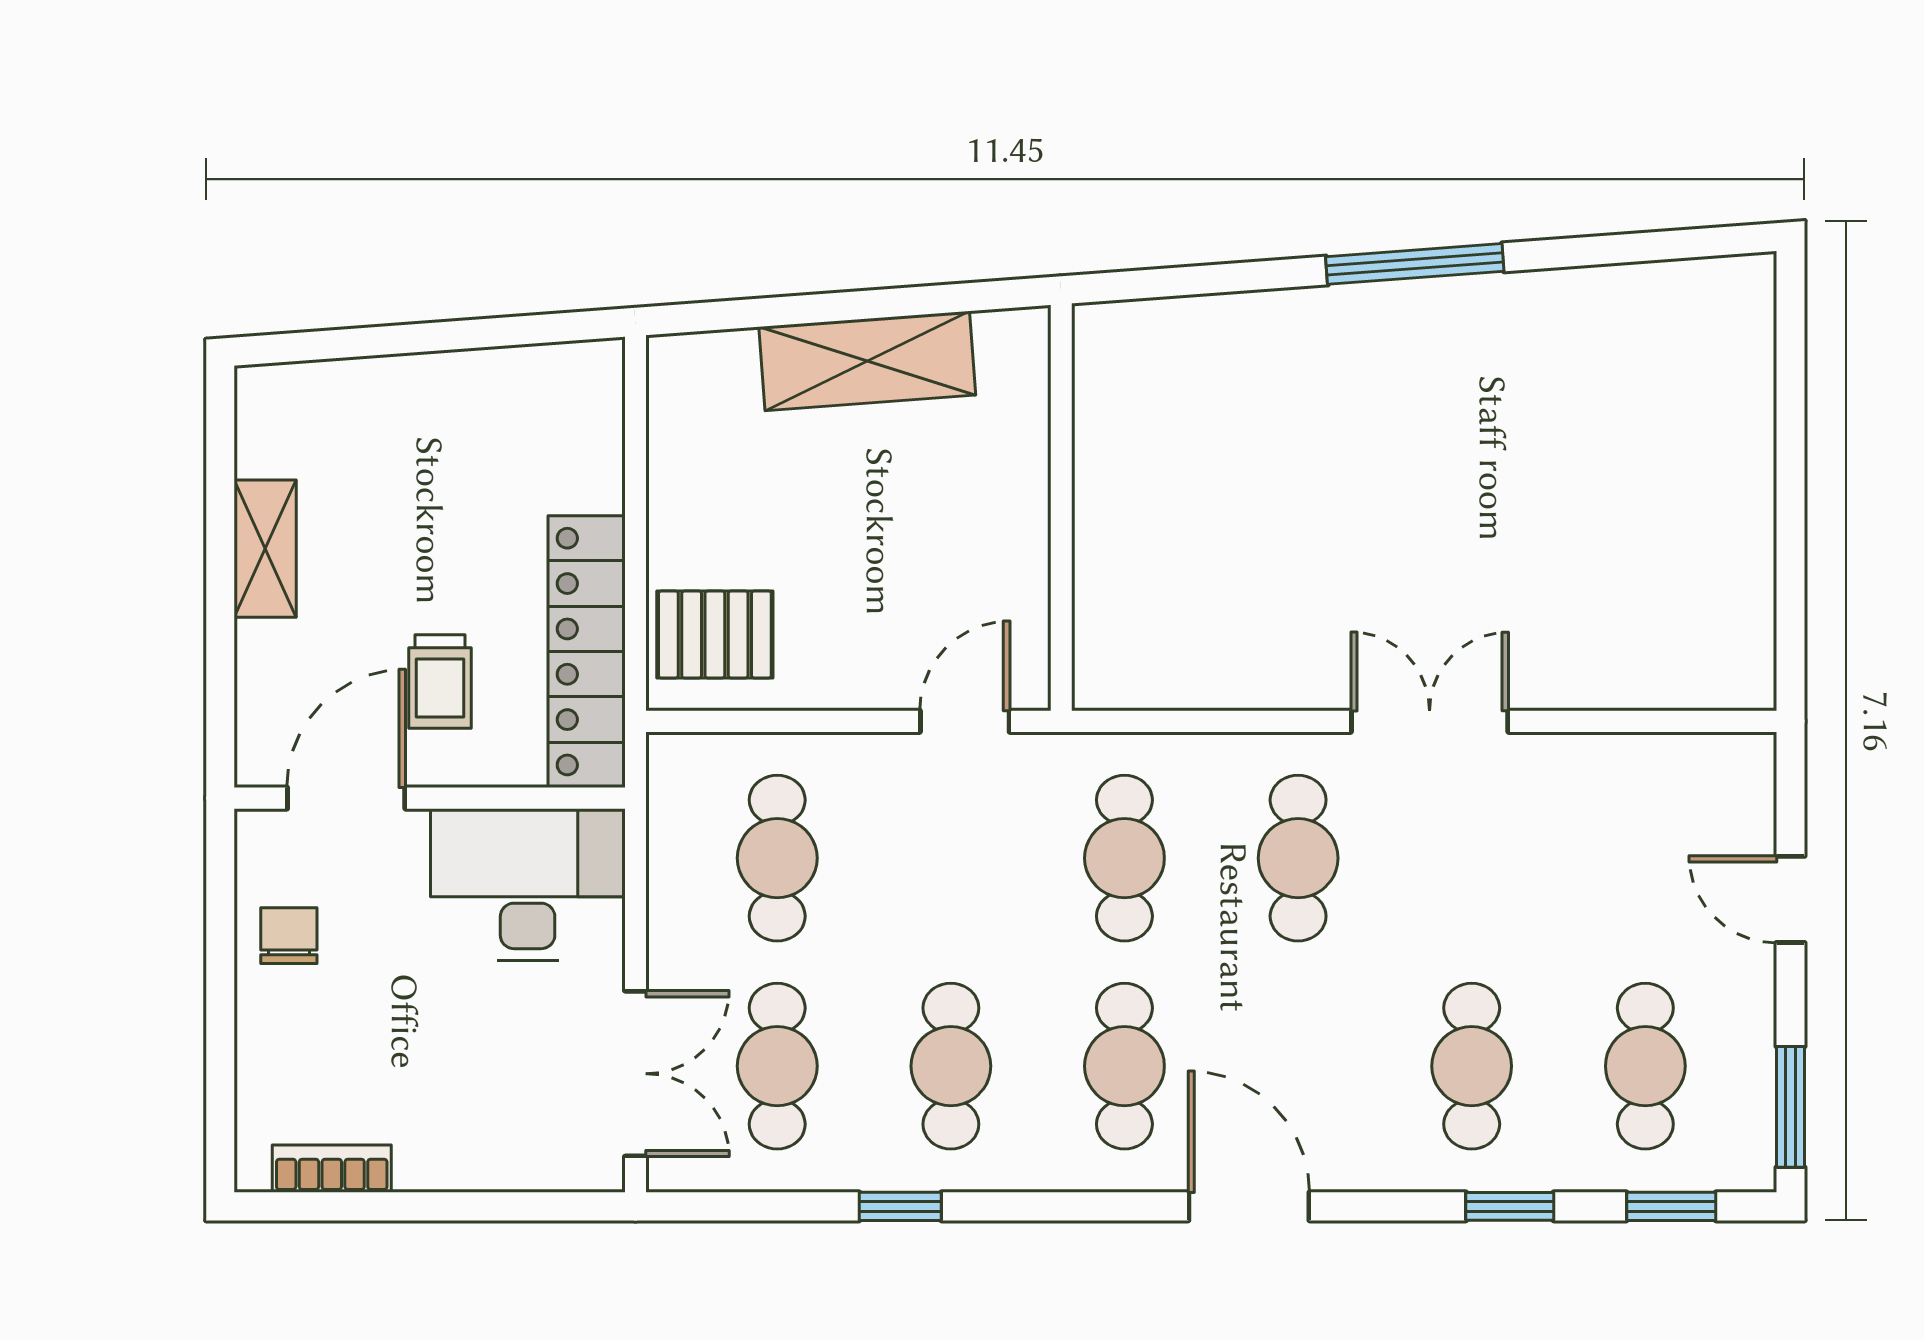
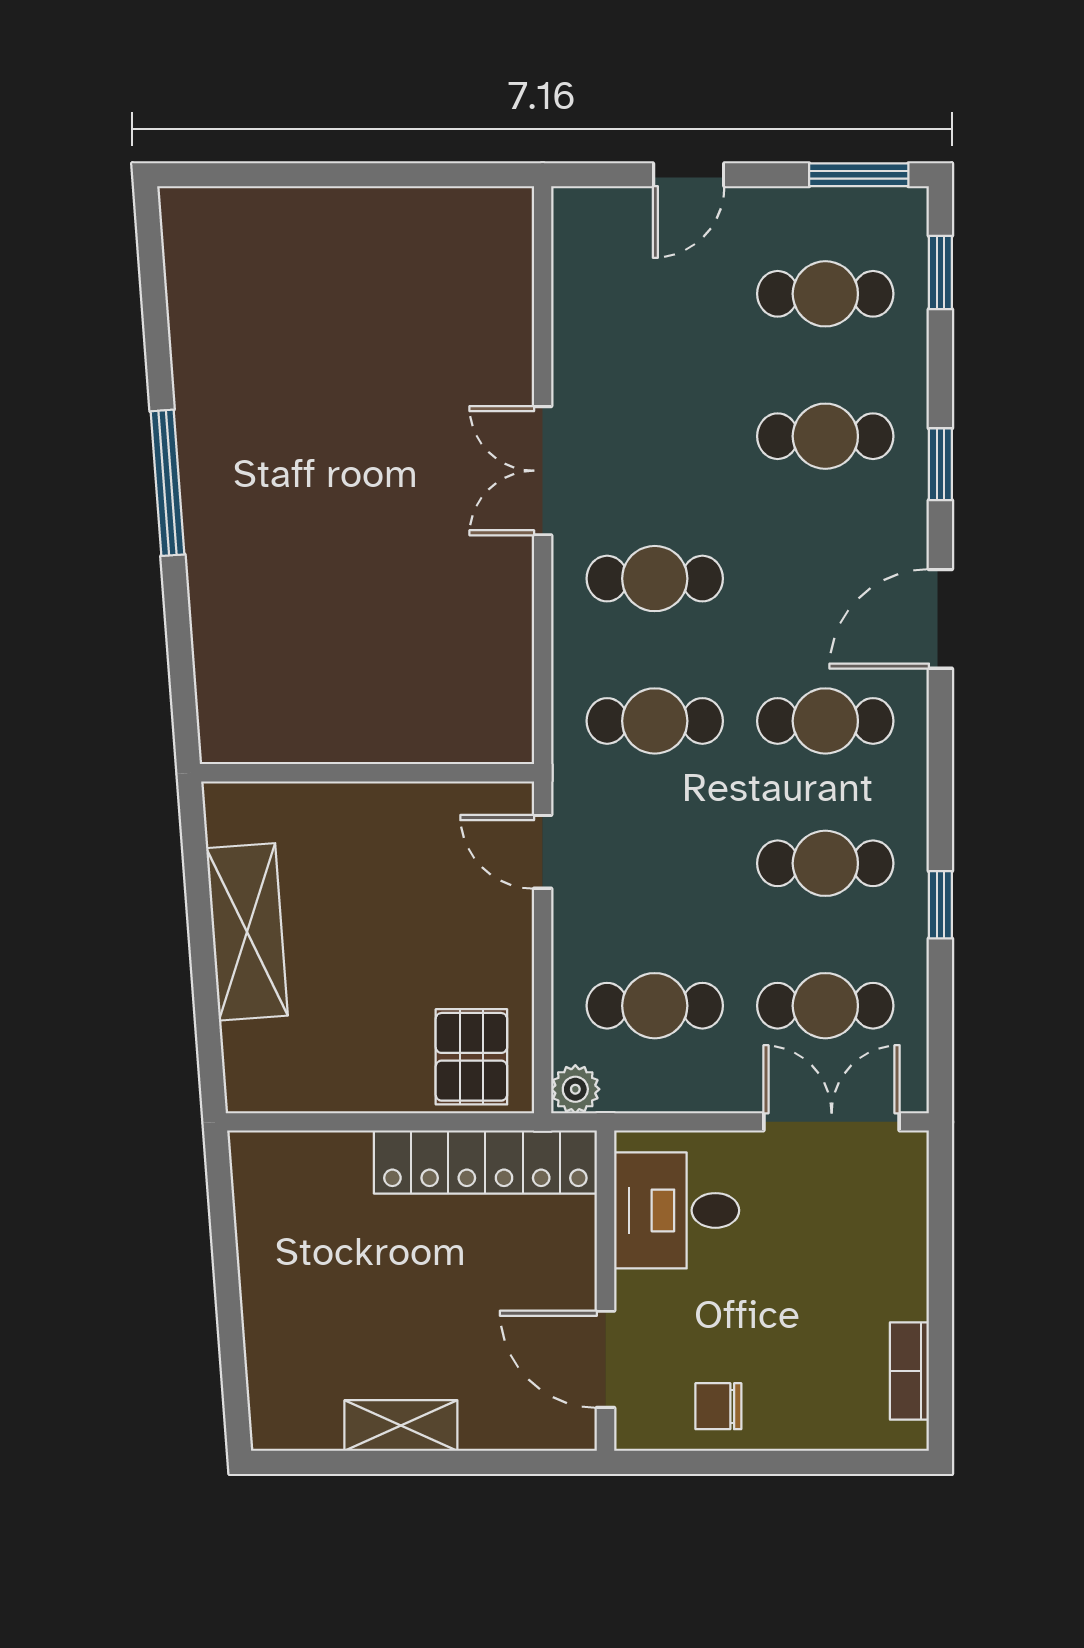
trolley: (440, 681) -> (510, 1282), removed
plant: (675, 761) -> (575, 1089), added
desk: (528, 885) -> (677, 1210), width x0.73
window: (1510, 1206) -> (940, 464), moved

